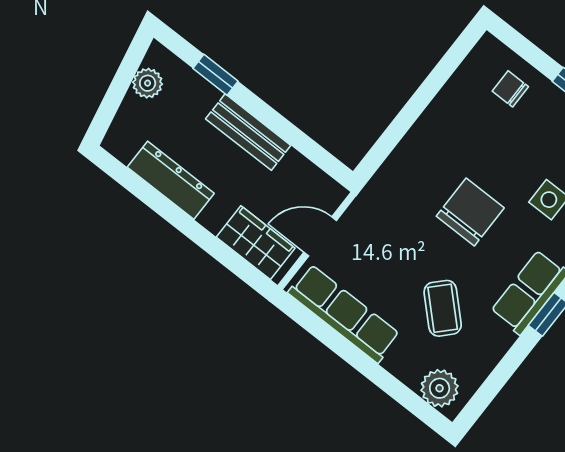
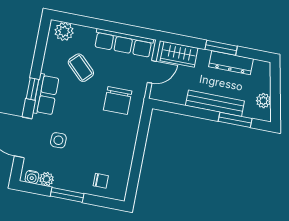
window: (215, 75) -> (235, 120), width x1.50
bench: (248, 132) -> (215, 103), width x1.36
chair: (470, 212) -> (118, 101), moved
window: (175, 216) -> (221, 48), added

